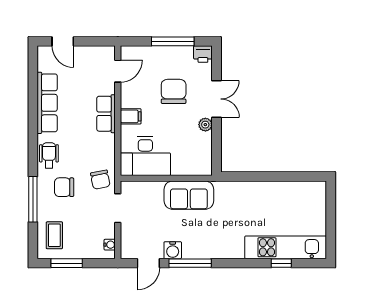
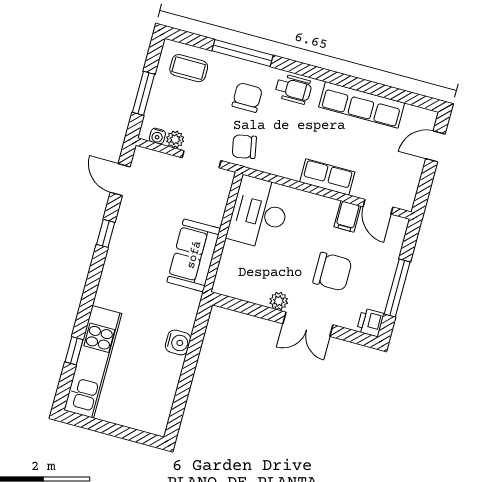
filing cabinet: (131, 116) -> (347, 216), moved
plant: (109, 231) -> (175, 139), added
water cooler: (173, 250) -> (178, 342), moved, turned 180
window: (67, 263) -> (143, 93), moved
window: (190, 263) -> (106, 233), width x0.46

